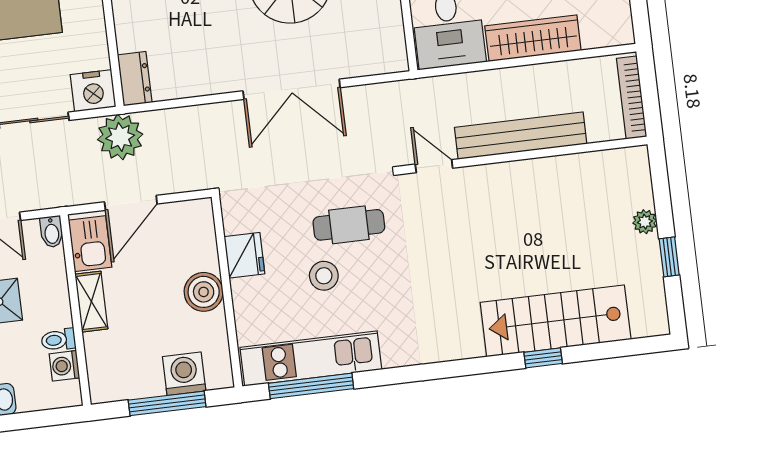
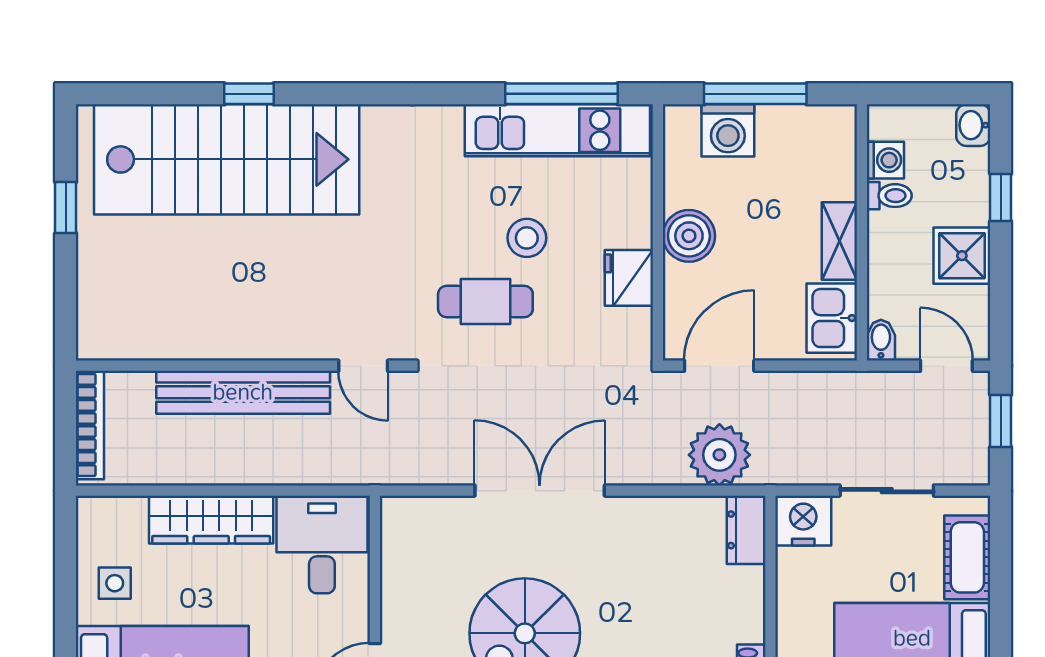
plant: (120, 137) -> (719, 455), moved
door: (131, 203) -> (719, 366), moved
plant: (645, 222) -> (92, 258), removed
stairs: (556, 321) -> (227, 159), width x1.36, depth x1.51

